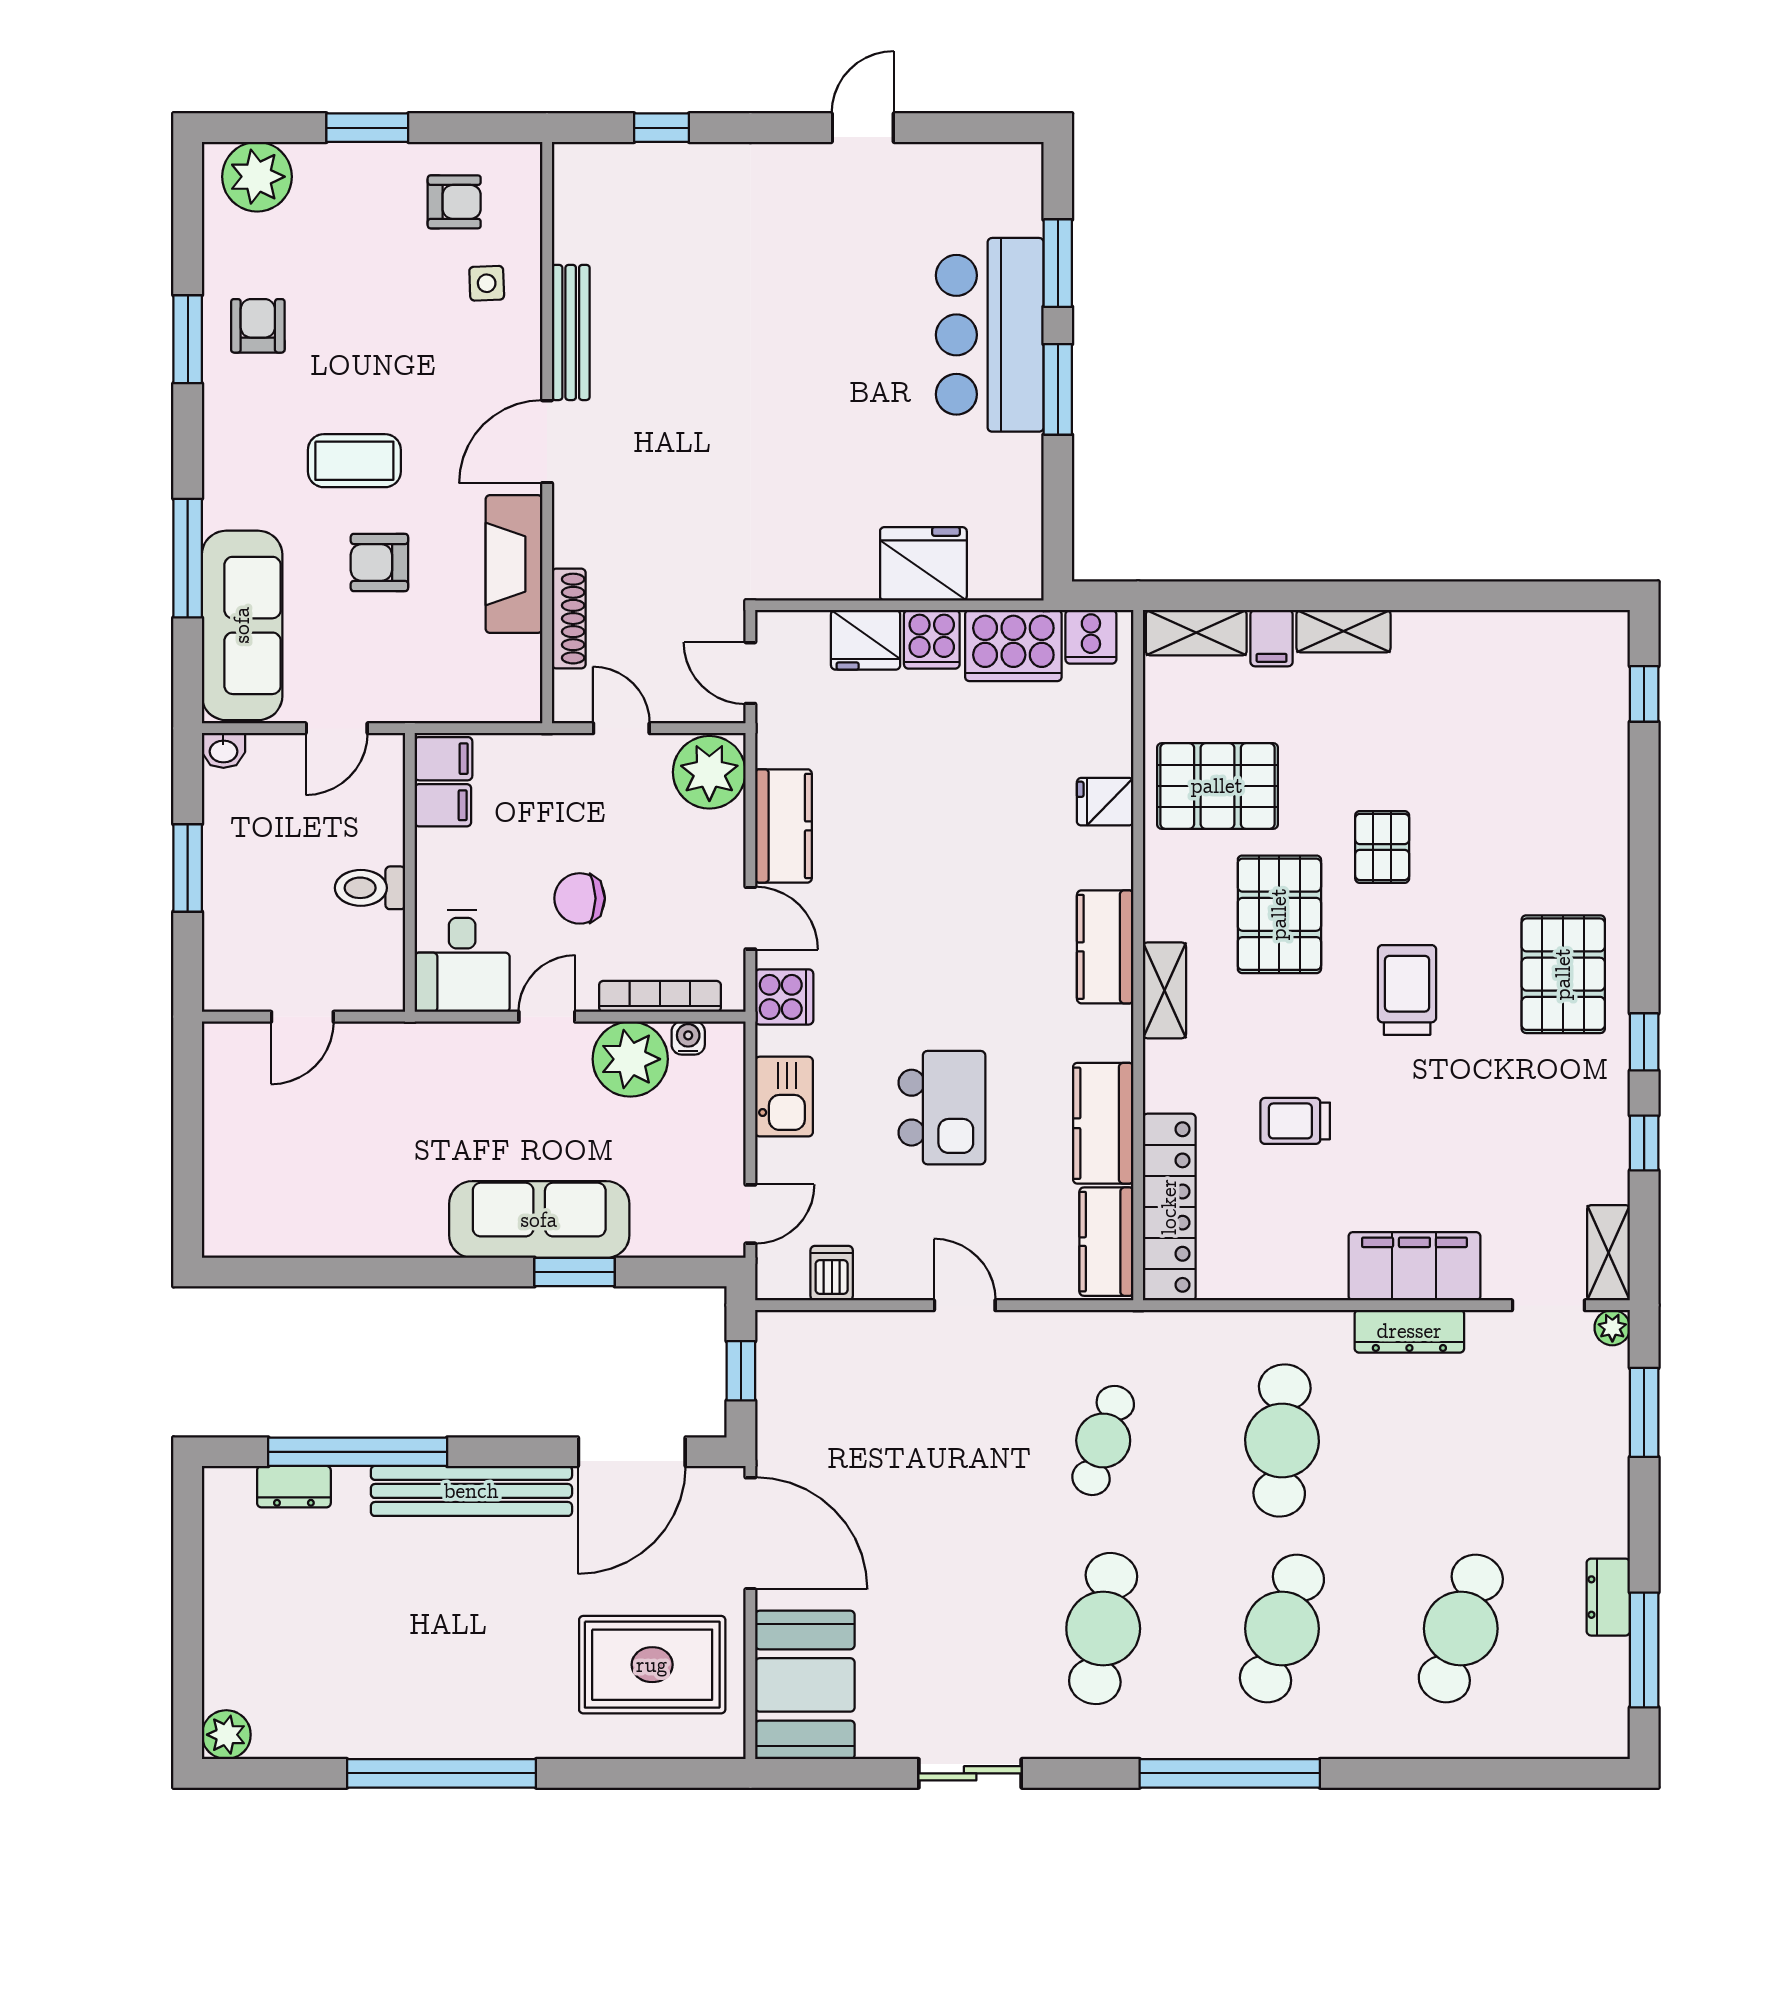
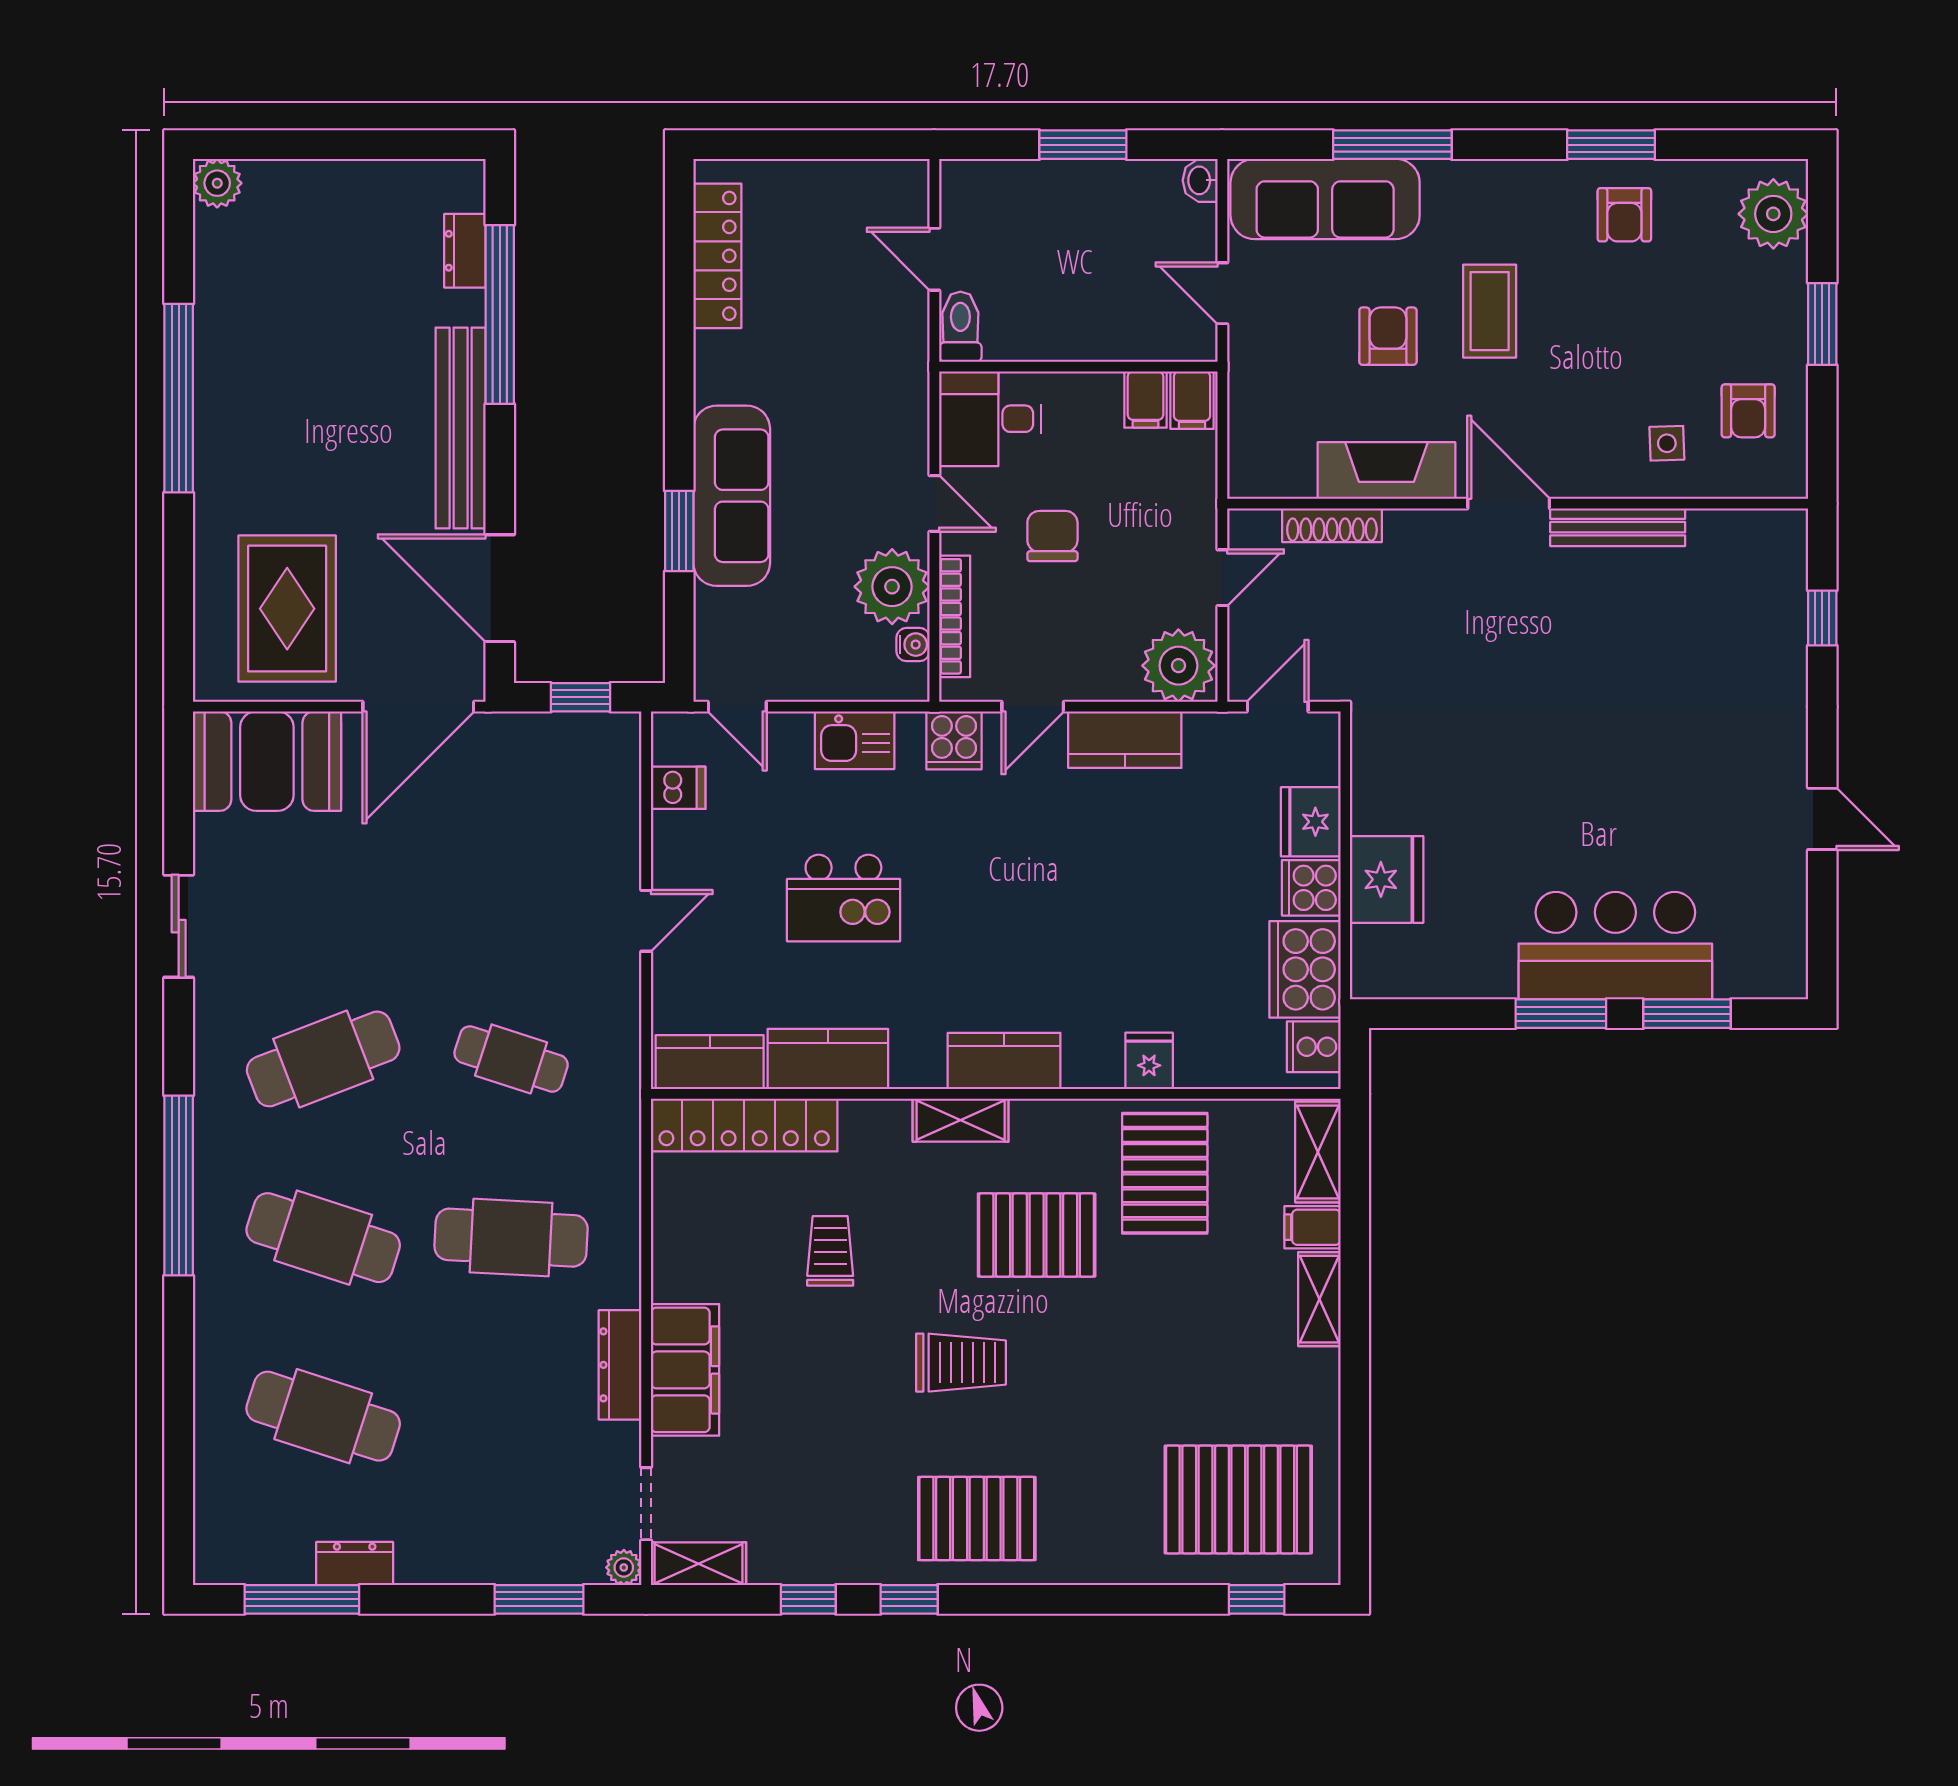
armchair: (258, 326) -> (1624, 215), turned 90
pallet: (1382, 847) -> (1238, 1499), moved, width x2.05, depth x2.00
toilet: (370, 888) -> (960, 327), moved
locker: (299, 1234) -> (717, 256), added
cafe table: (1103, 1629) -> (323, 1059), turned -30

